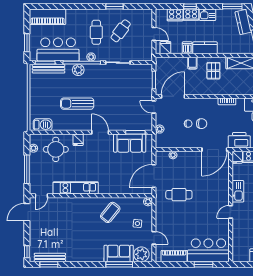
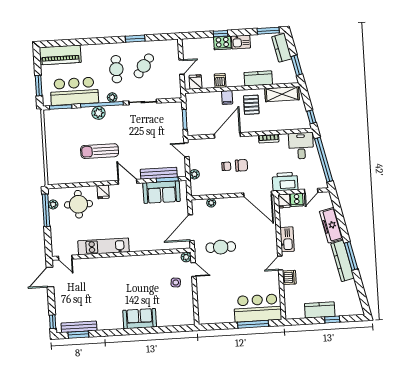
cooker: (175, 15) -> (204, 44), removed
door: (154, 34) -> (182, 67), hinge flipped
kitchen counter: (205, 48) -> (258, 78), moved
bench: (49, 69) -> (159, 173), moved
door: (173, 96) -> (227, 135), moved
barbecue: (43, 125) -> (62, 177), removed
door: (214, 150) -> (258, 194), hinge flipped
window: (27, 169) -> (46, 210), moved
door: (41, 196) -> (65, 258), hinge flipped
coffee table: (110, 212) -> (144, 272), removed
dishwasher: (238, 225) -> (289, 277), added
door: (154, 238) -> (194, 270), moved
sofa: (119, 253) -> (140, 319), moved
plant: (141, 254) -> (182, 317), removed
piano: (174, 256) -> (219, 317), removed
window: (119, 264) -> (158, 330), removed
window: (204, 264) -> (253, 324), width x1.44

